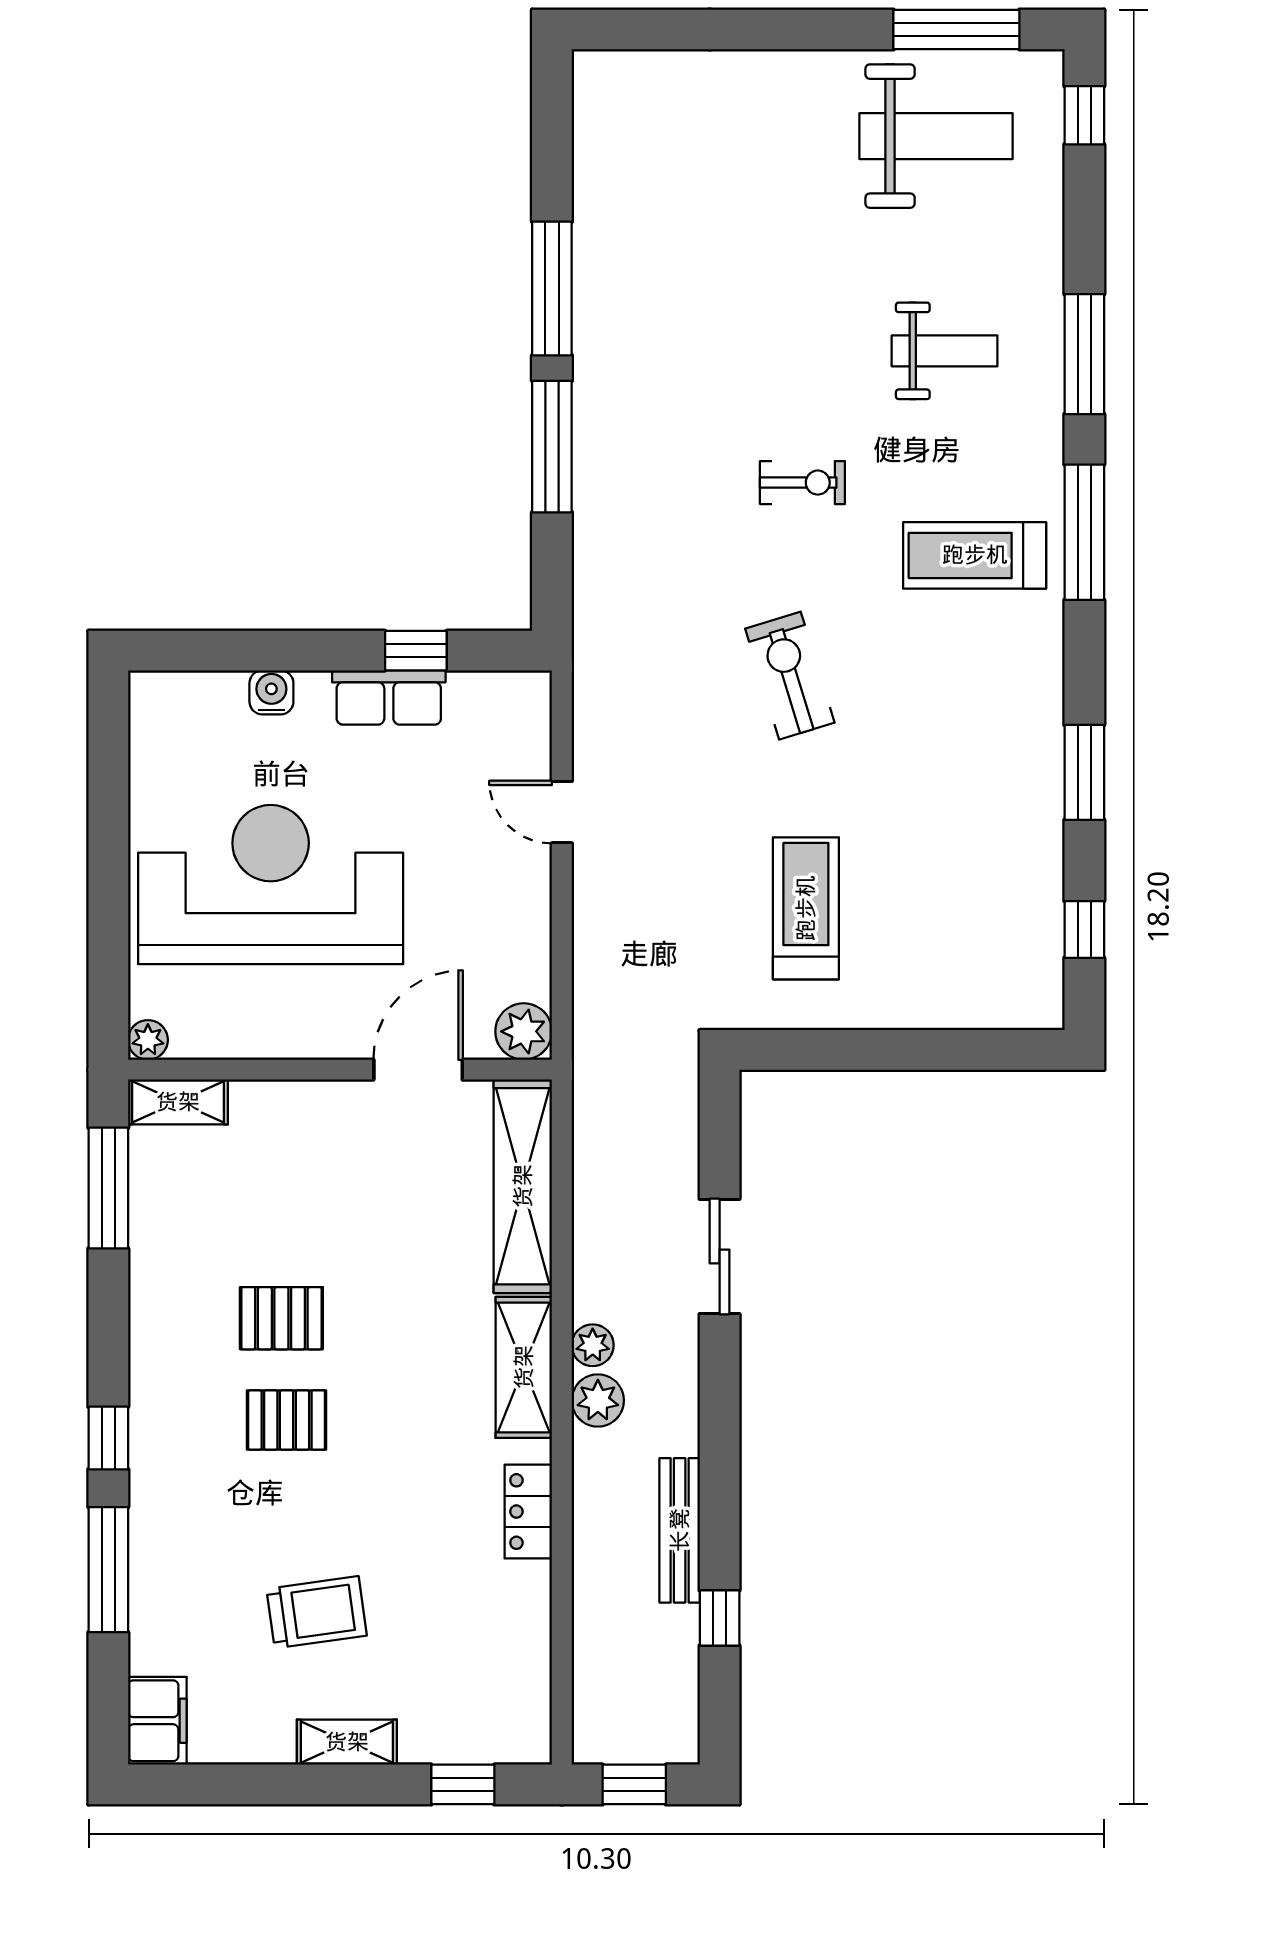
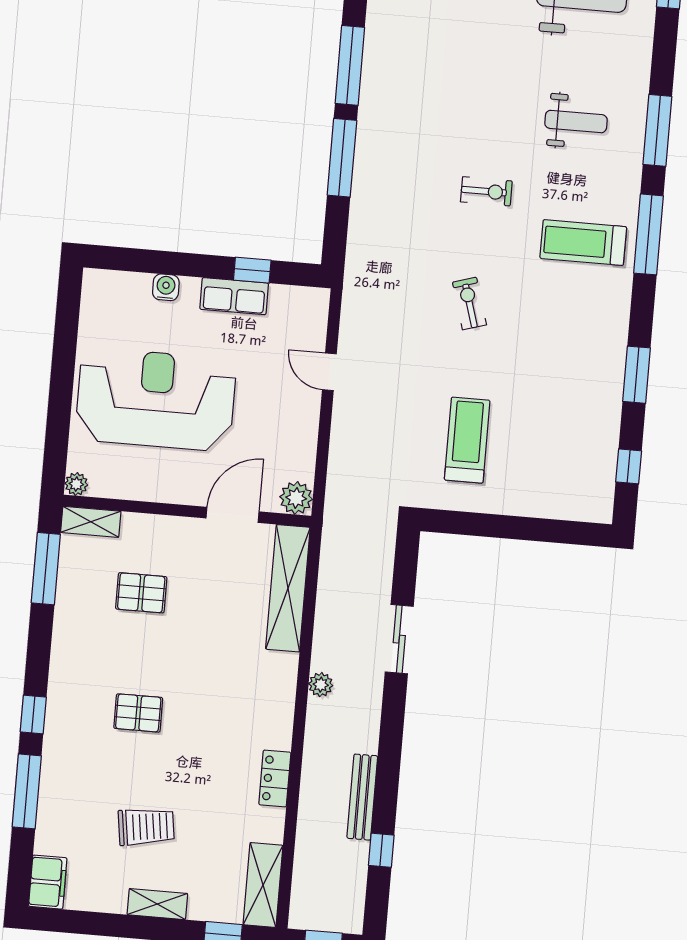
exercise bike: (790, 676) -> (469, 303), width x0.73, depth x0.72
pallet: (281, 1318) -> (141, 593), moved
shelving: (524, 1367) -> (263, 885), moved
plant: (598, 1400) -> (321, 717), removed

